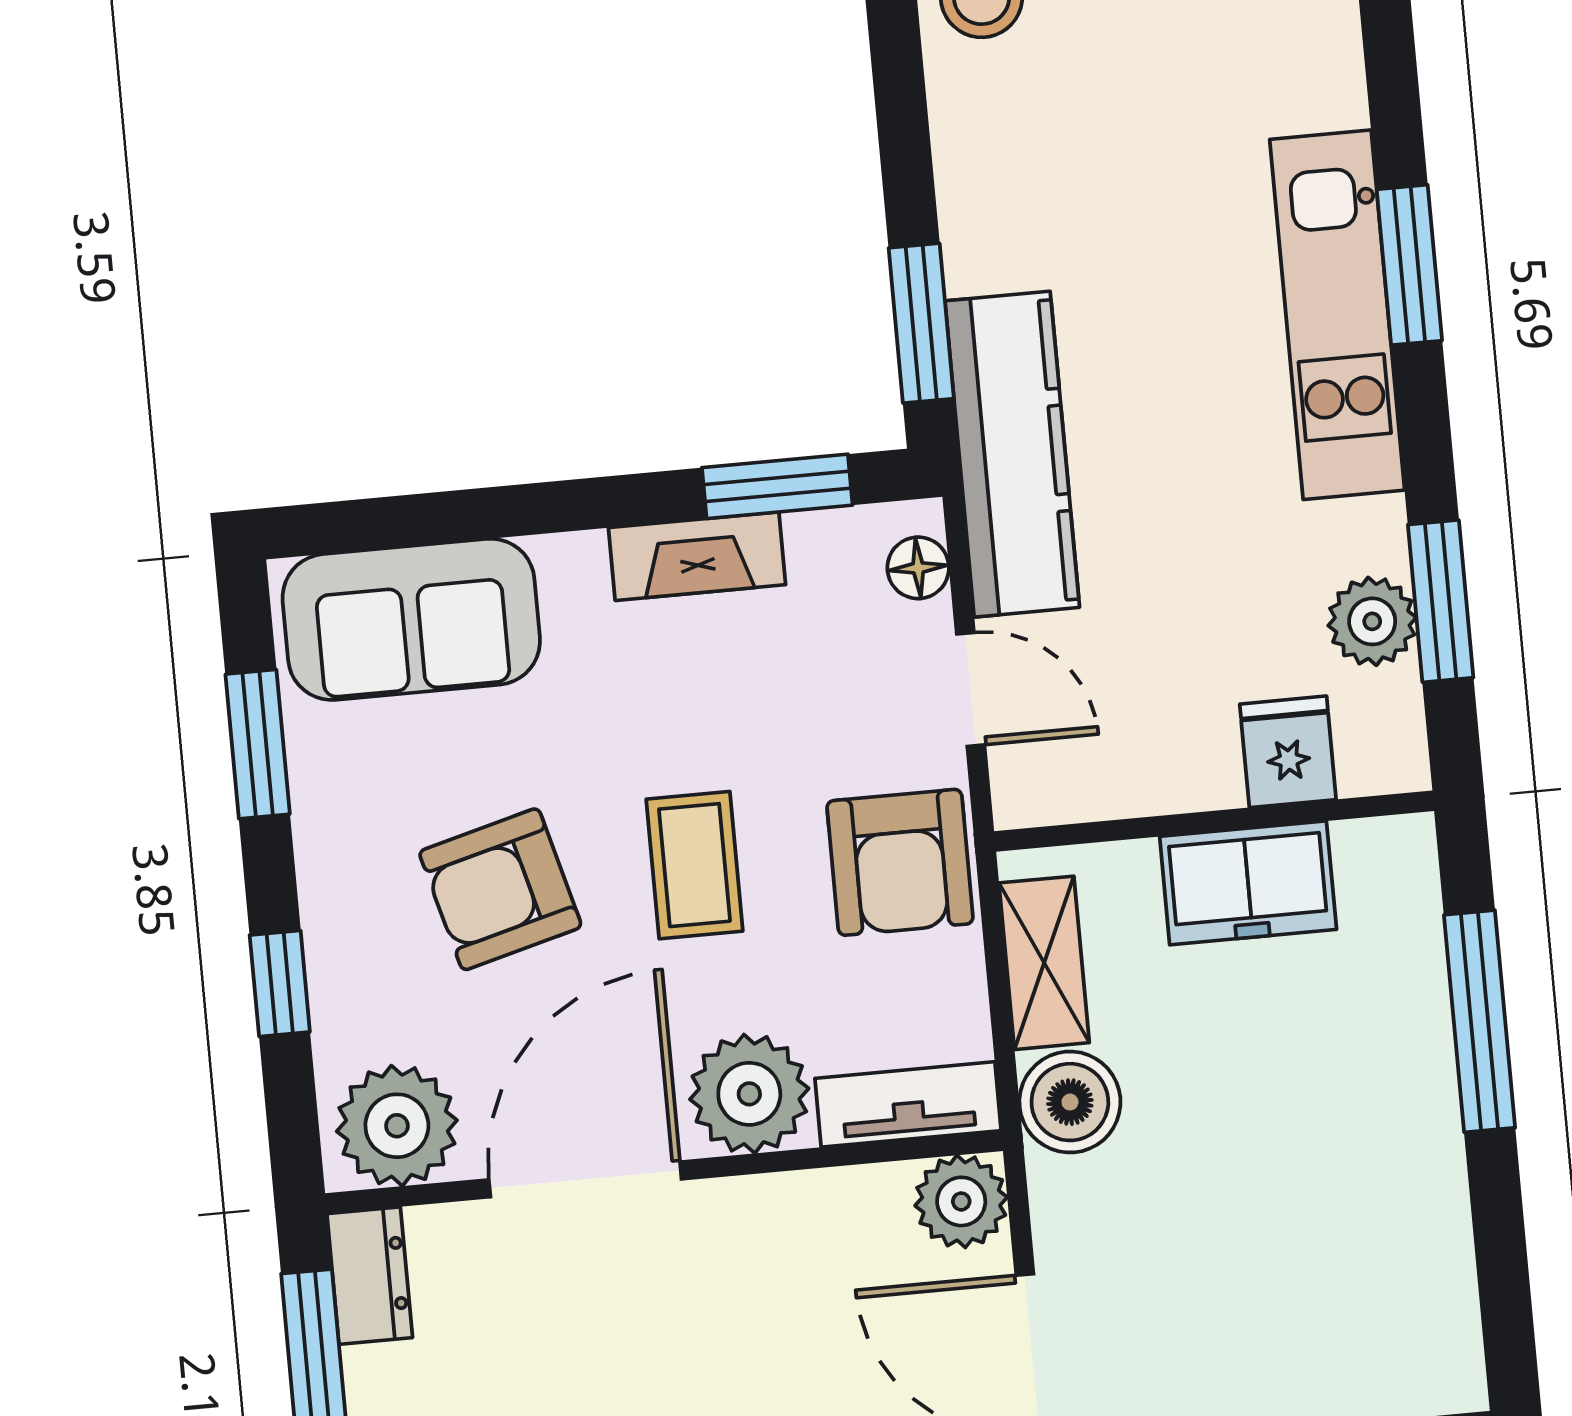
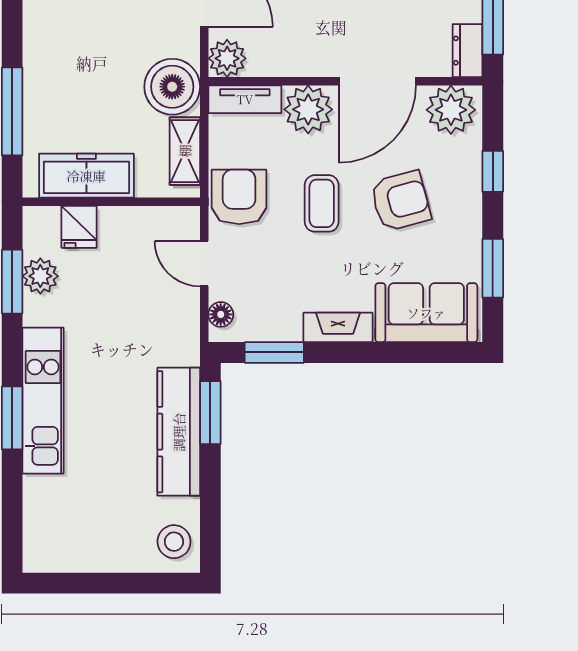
kitchen counter: (1012, 454) -> (179, 432), moved
fireplace: (697, 556) -> (338, 327), moved
freezer: (1248, 883) -> (86, 176), width x1.40
boiler: (1070, 1102) -> (172, 87), width x1.37, depth x1.37

